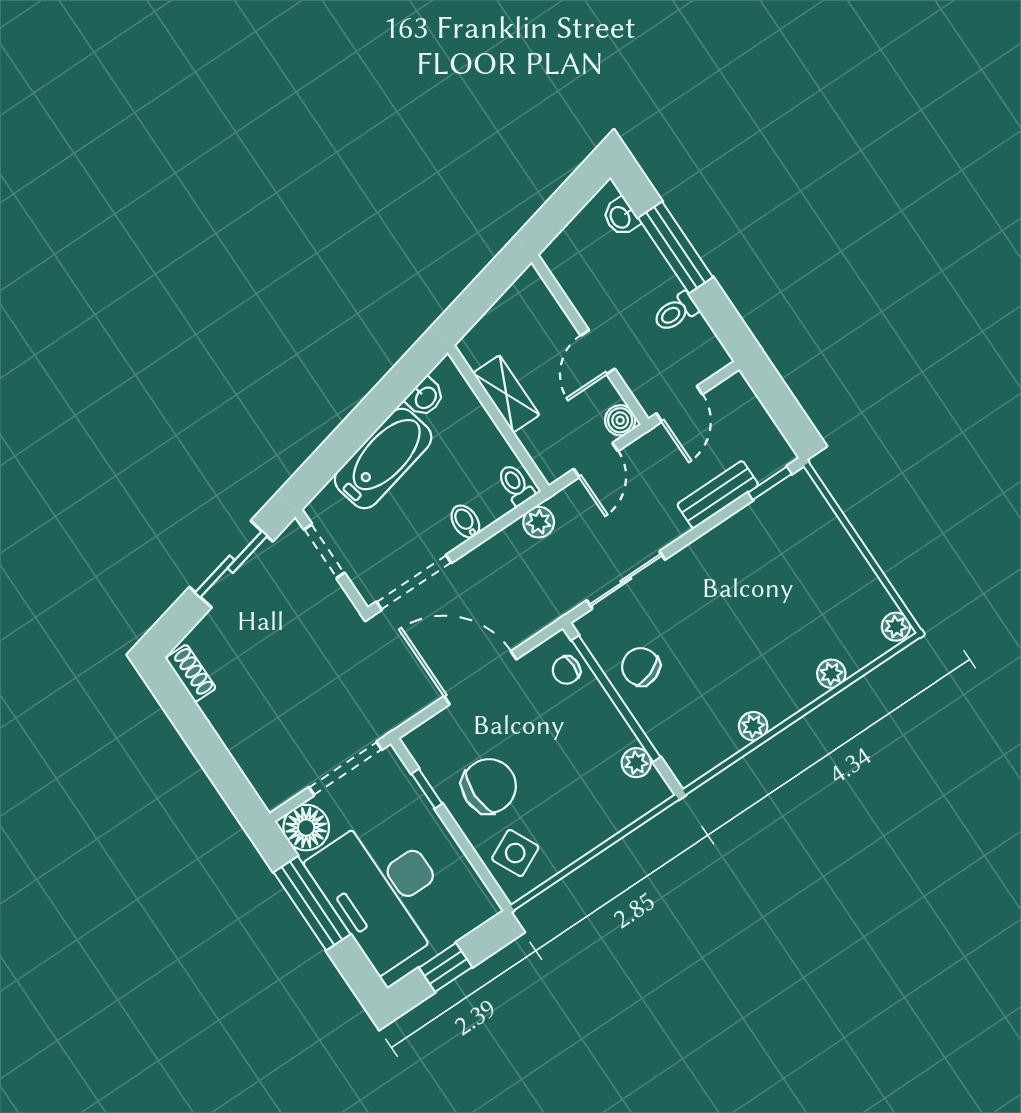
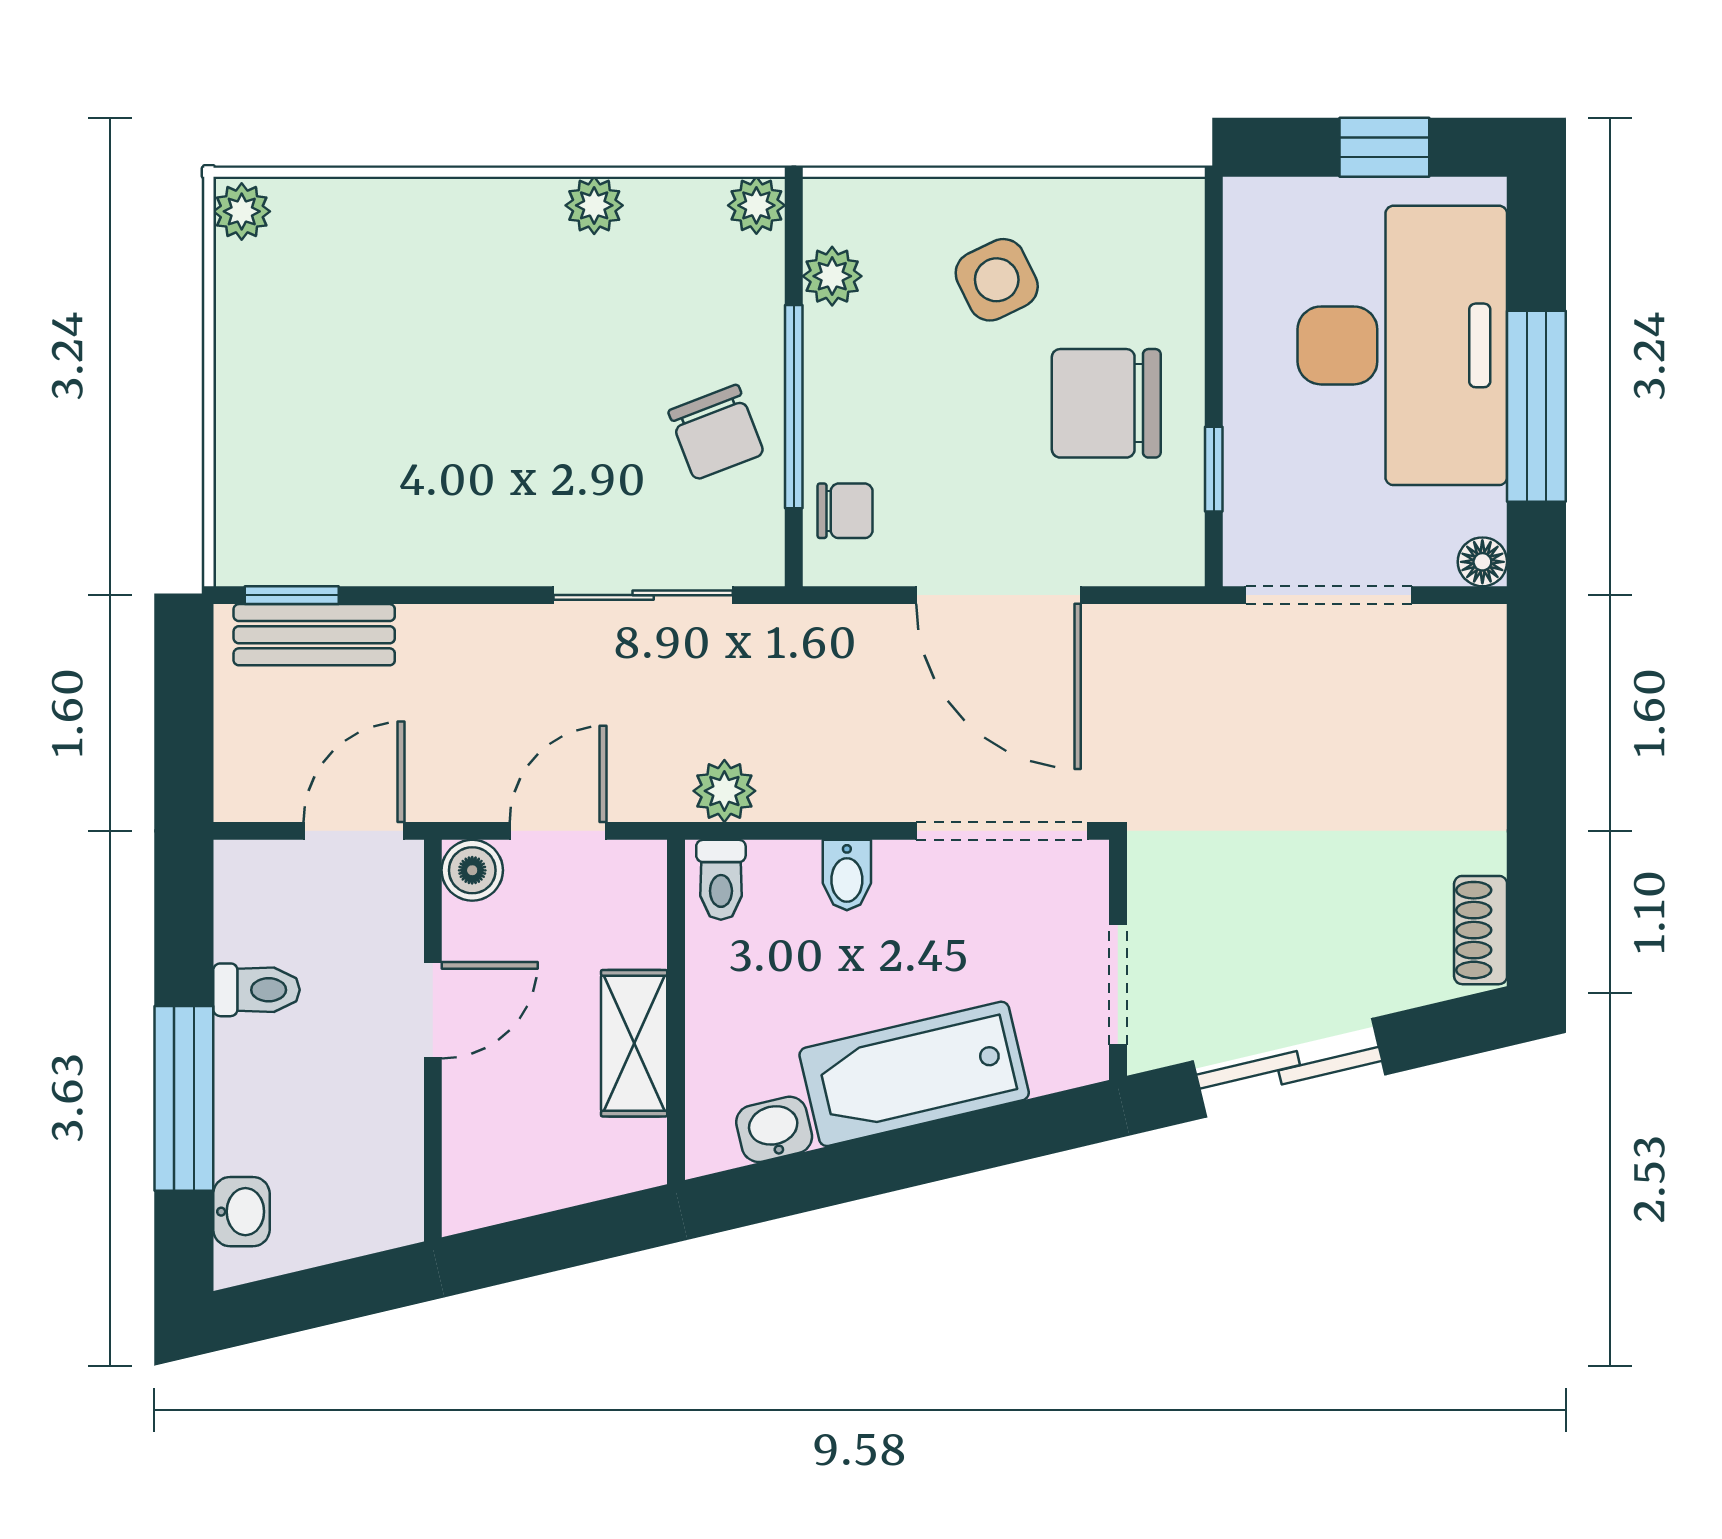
bench: (718, 495) -> (314, 635), moved
plant: (831, 674) -> (756, 205), moved
window: (616, 699) -> (794, 407), width x0.68
floor lamp: (306, 828) -> (1482, 562), width x0.53, depth x0.53
side table: (515, 853) -> (997, 280), moved

